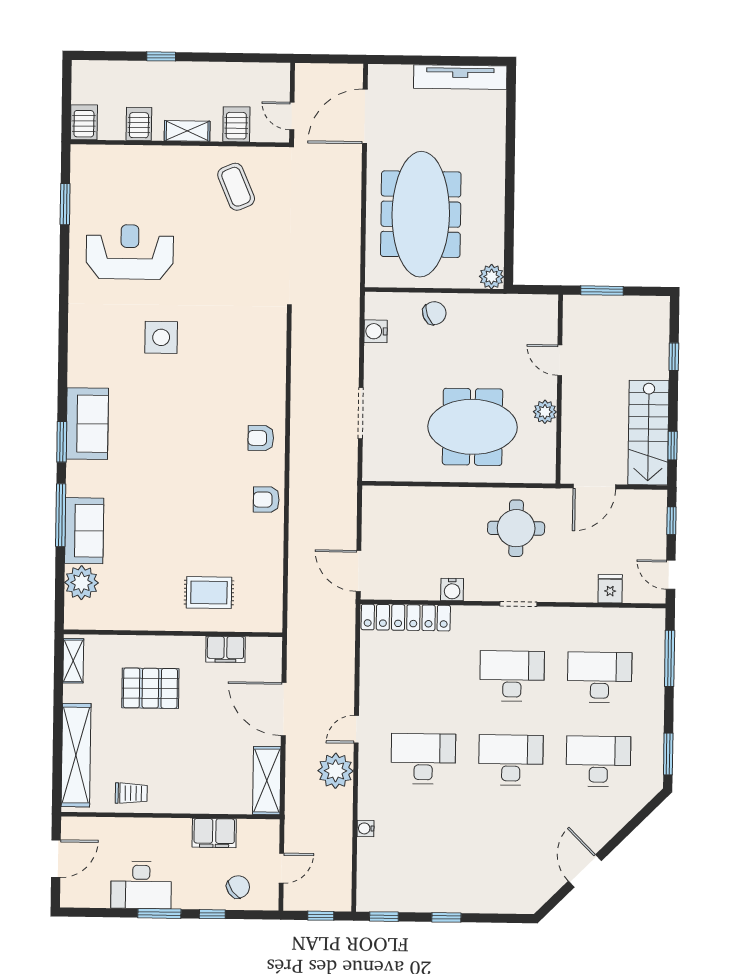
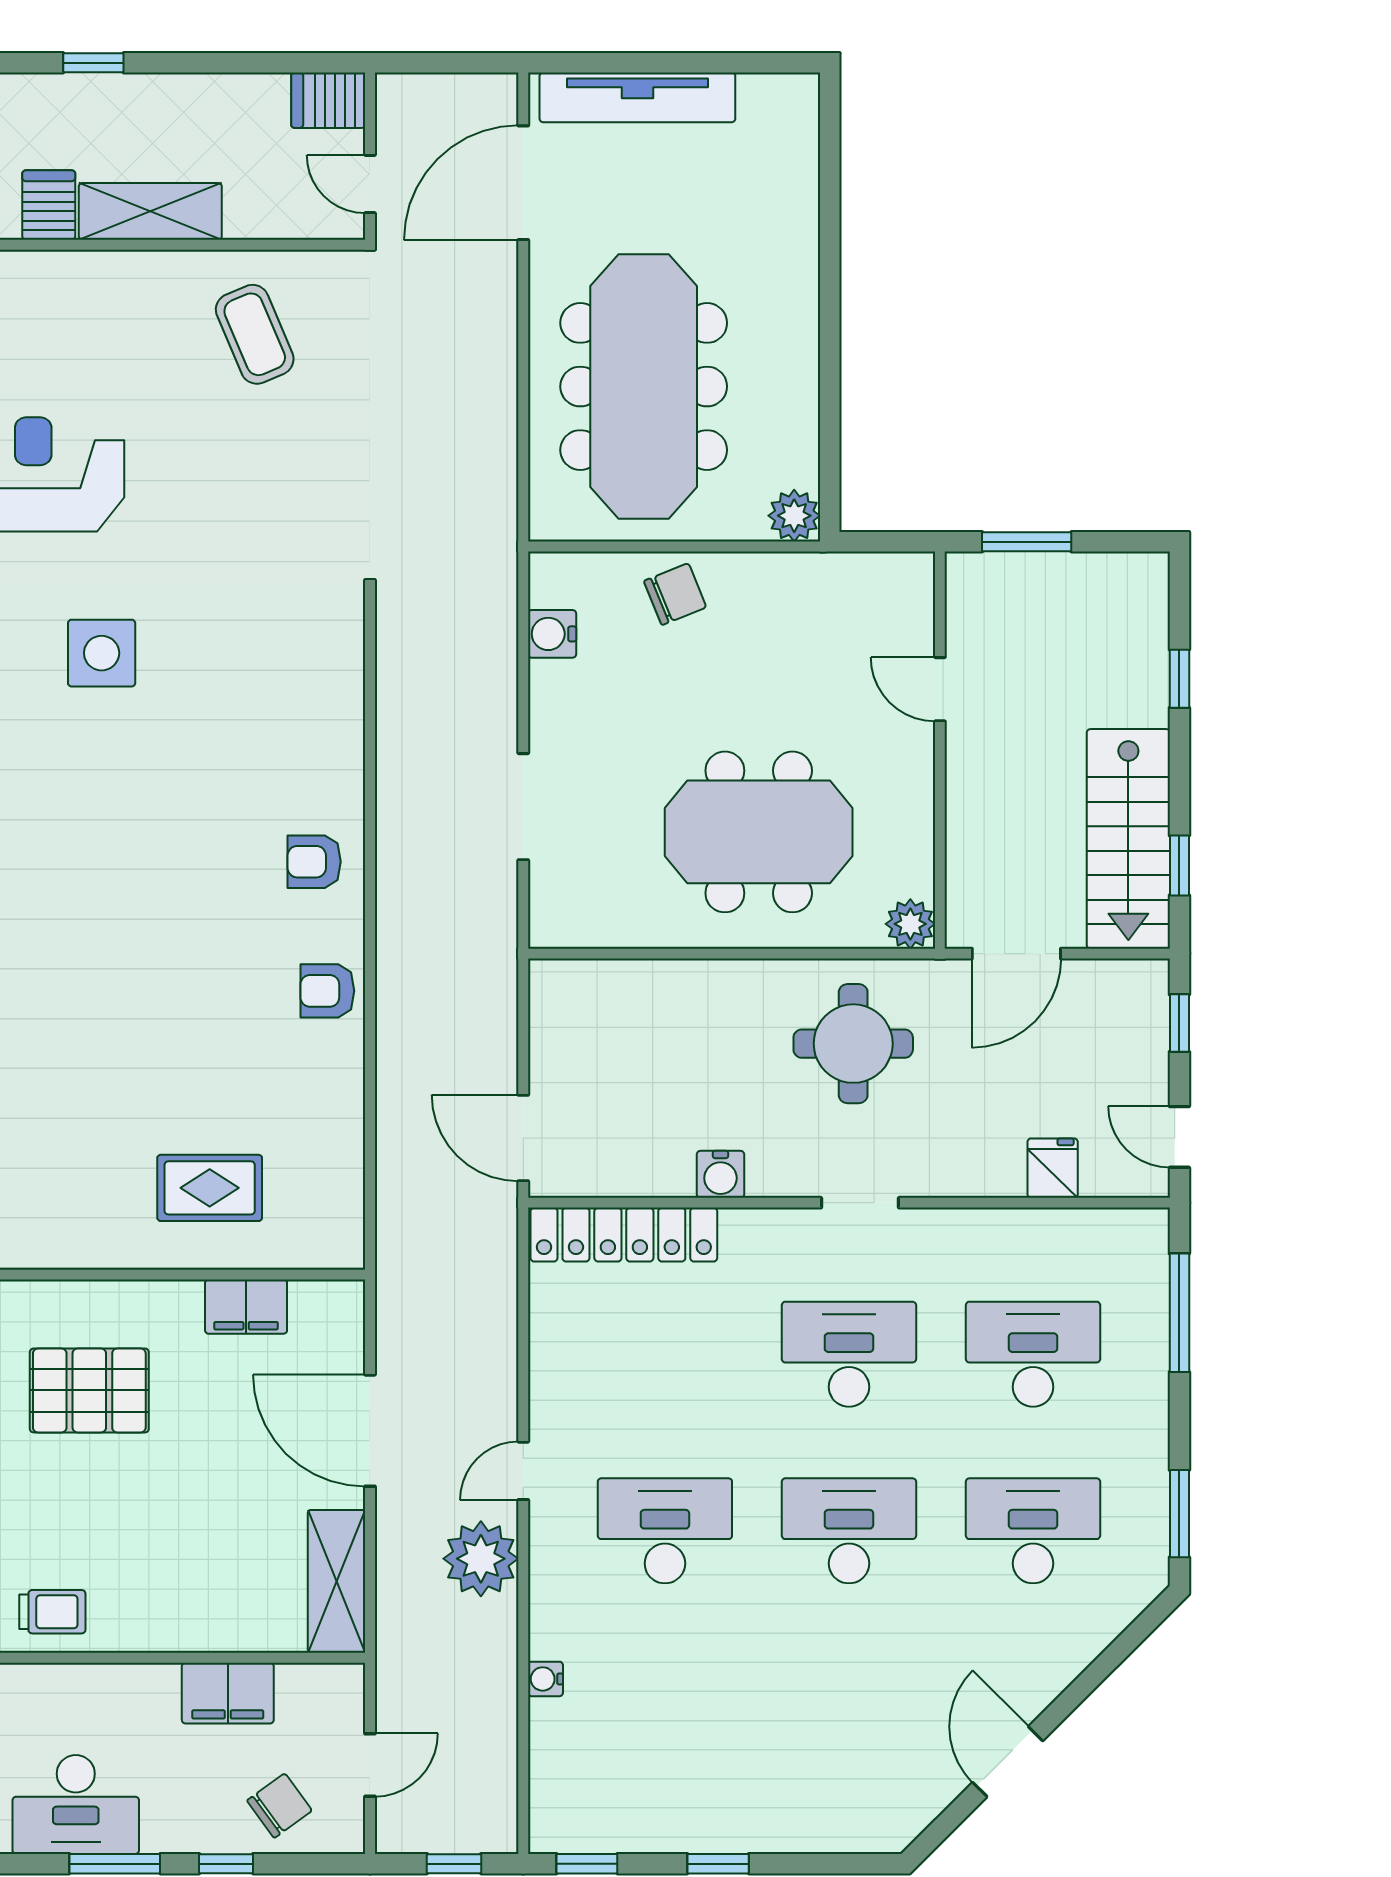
tv unit: (460, 77) -> (637, 97), moved
server rack: (236, 124) -> (328, 100), moved, turned -90
shelving: (187, 131) -> (150, 211), width x1.50, depth x1.33
plant: (545, 412) -> (910, 924), moved

